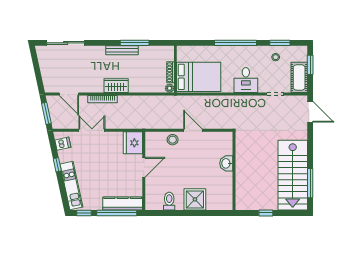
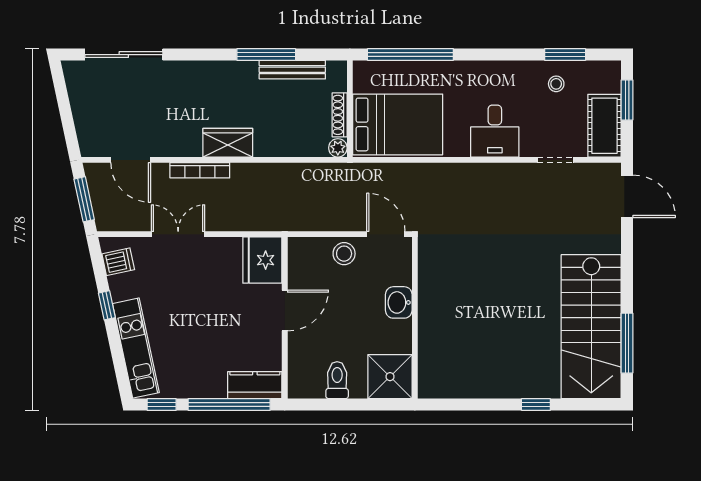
window: (236, 43) -> (410, 55), moved
bench: (122, 50) -> (292, 70), moved
washbasin: (226, 163) -> (399, 302), moved
wall: (234, 171) -> (415, 318), moved
kitchen counter: (123, 204) -> (255, 385), width x0.67

